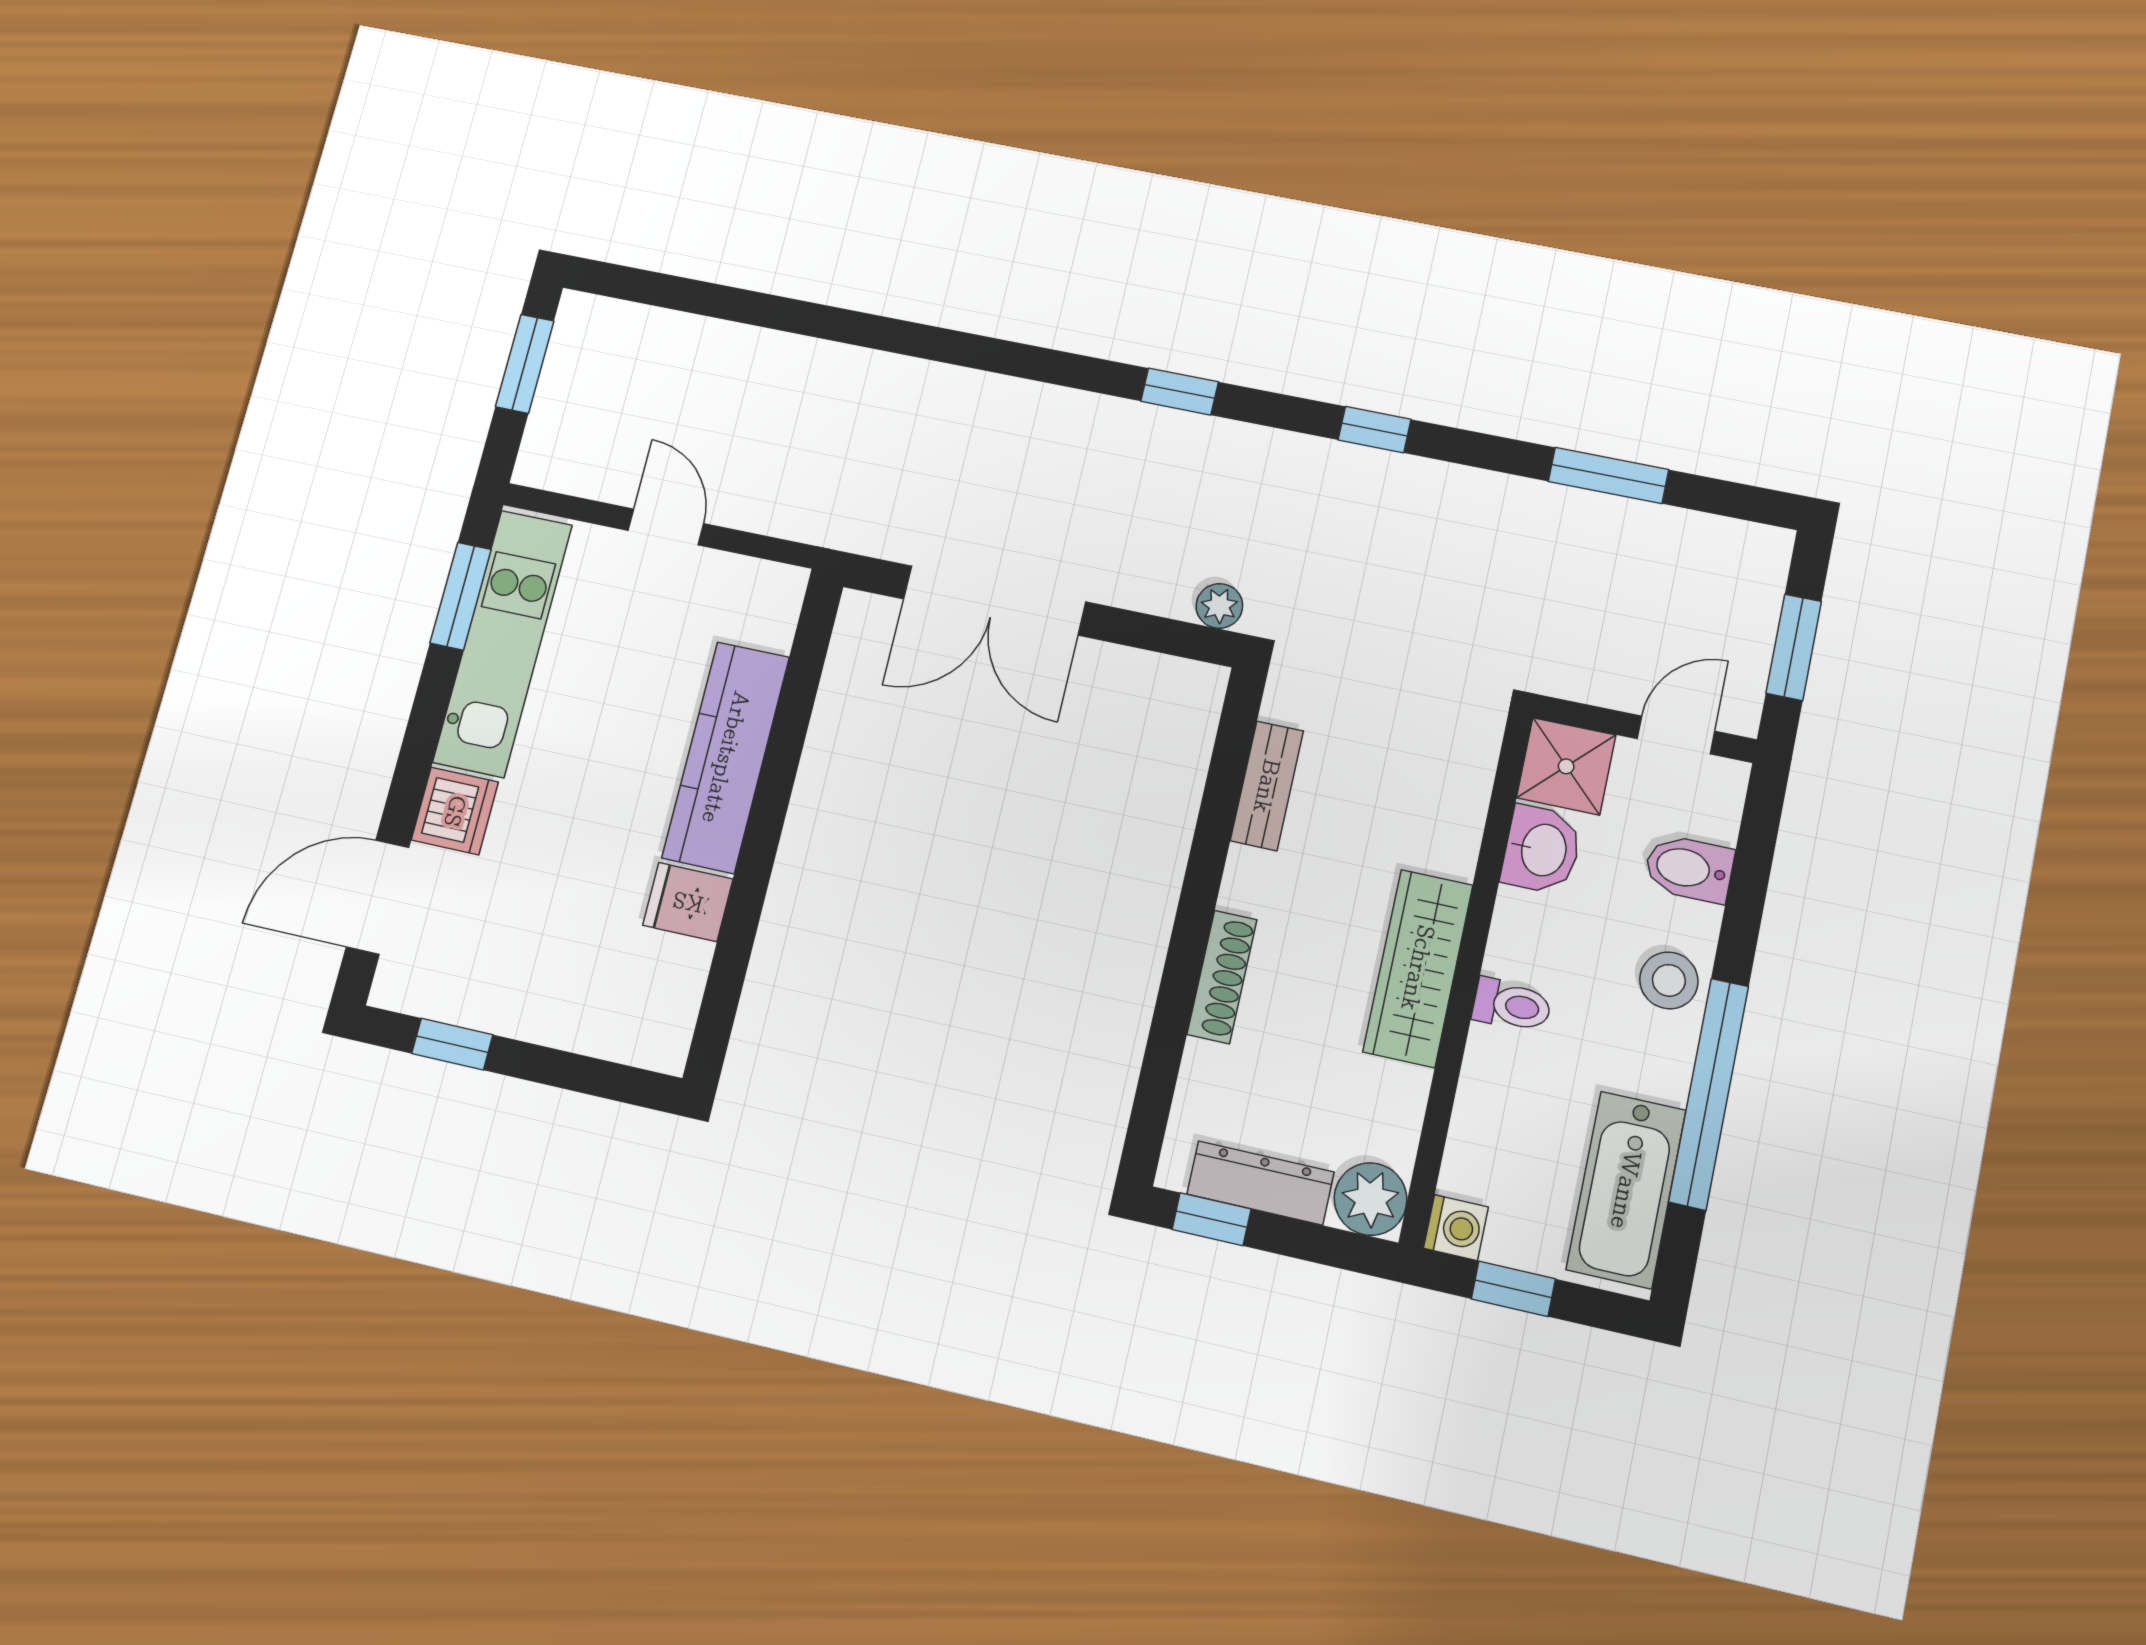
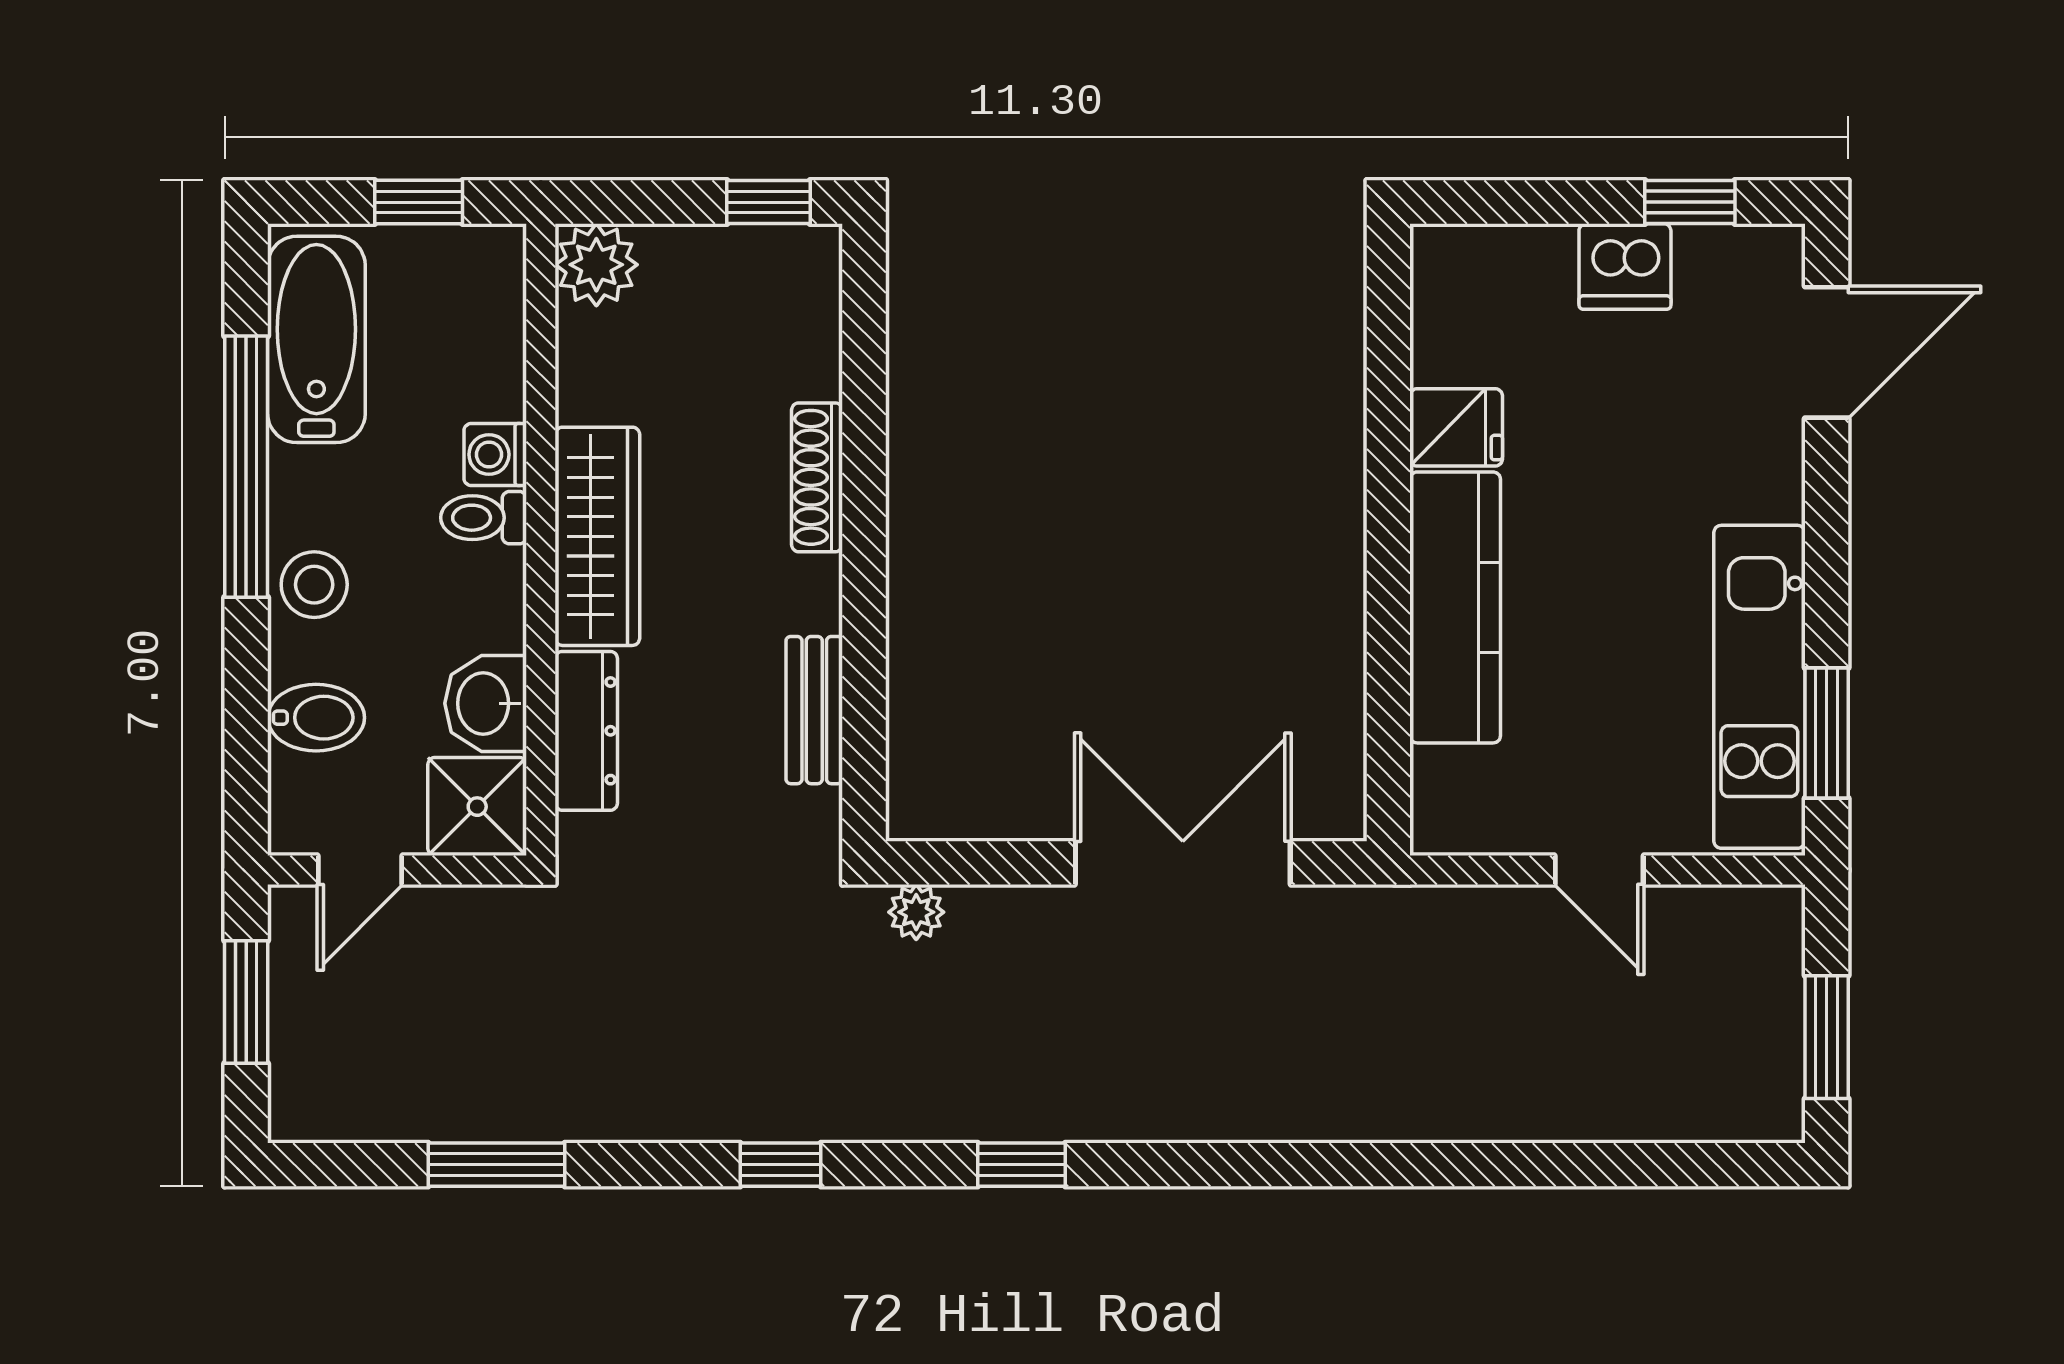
dishwasher: (455, 811) -> (1625, 266), moved, turned -90
dresser: (1260, 1183) -> (586, 731), moved, turned -90
washing machine: (1456, 1228) -> (495, 454), moved

